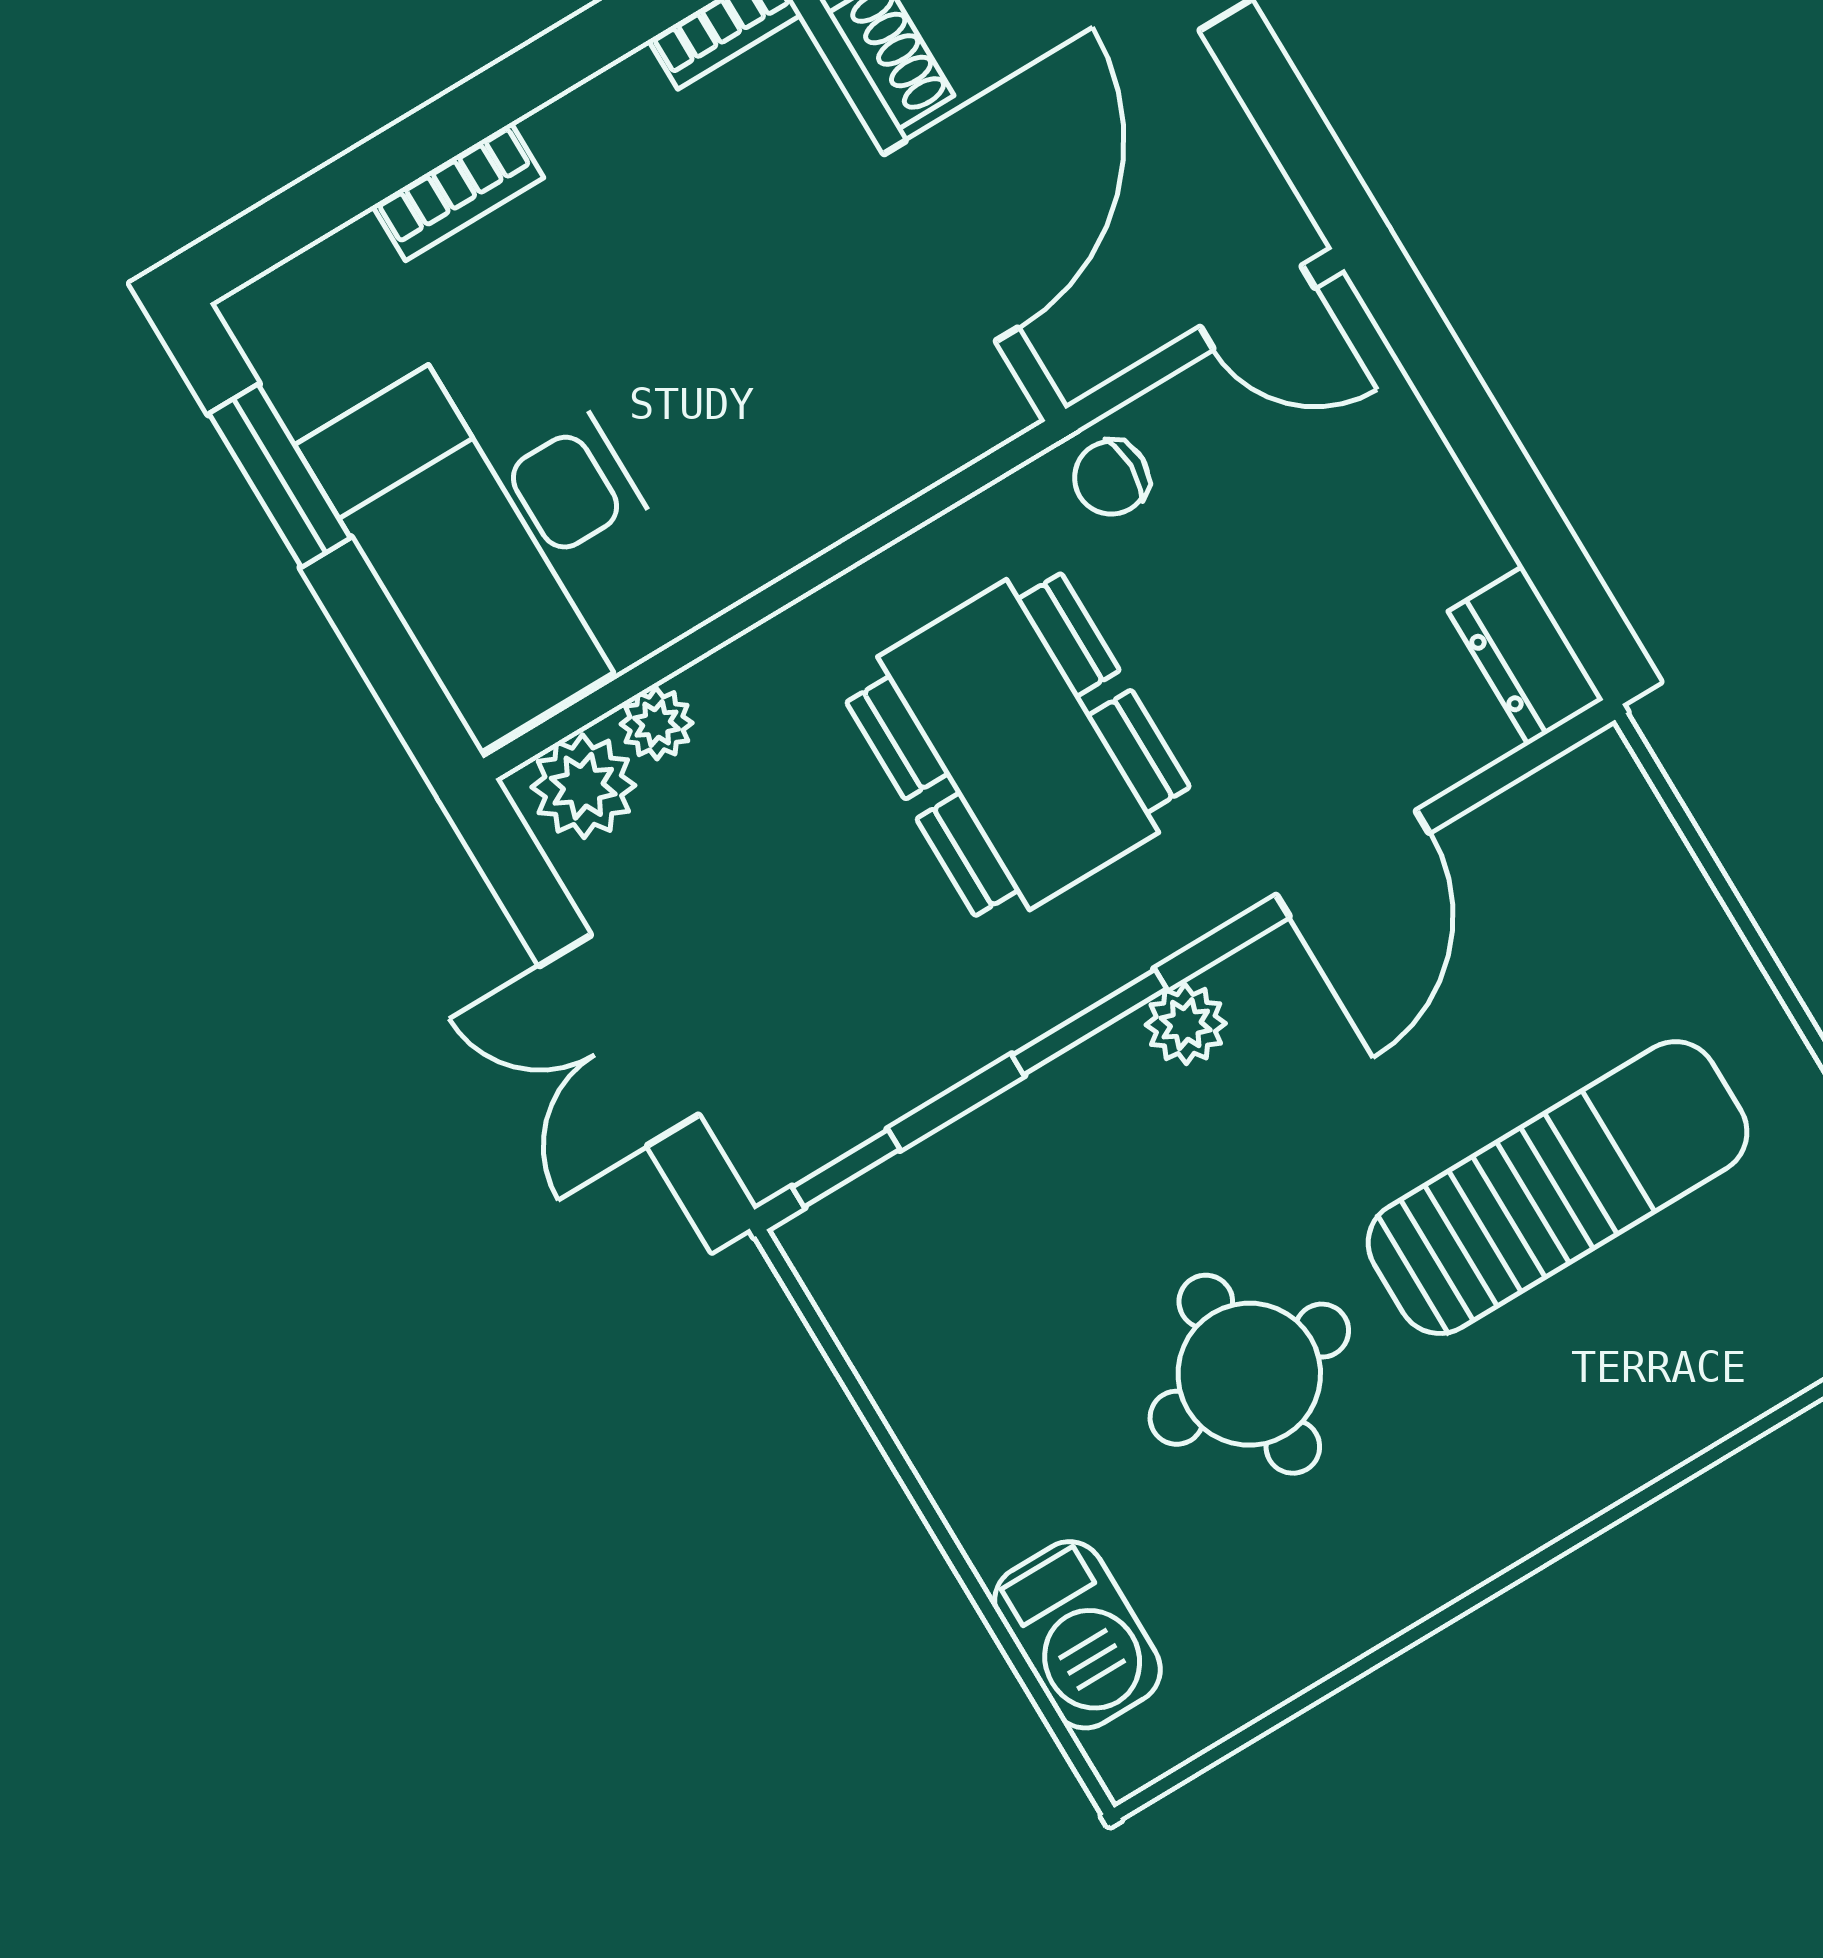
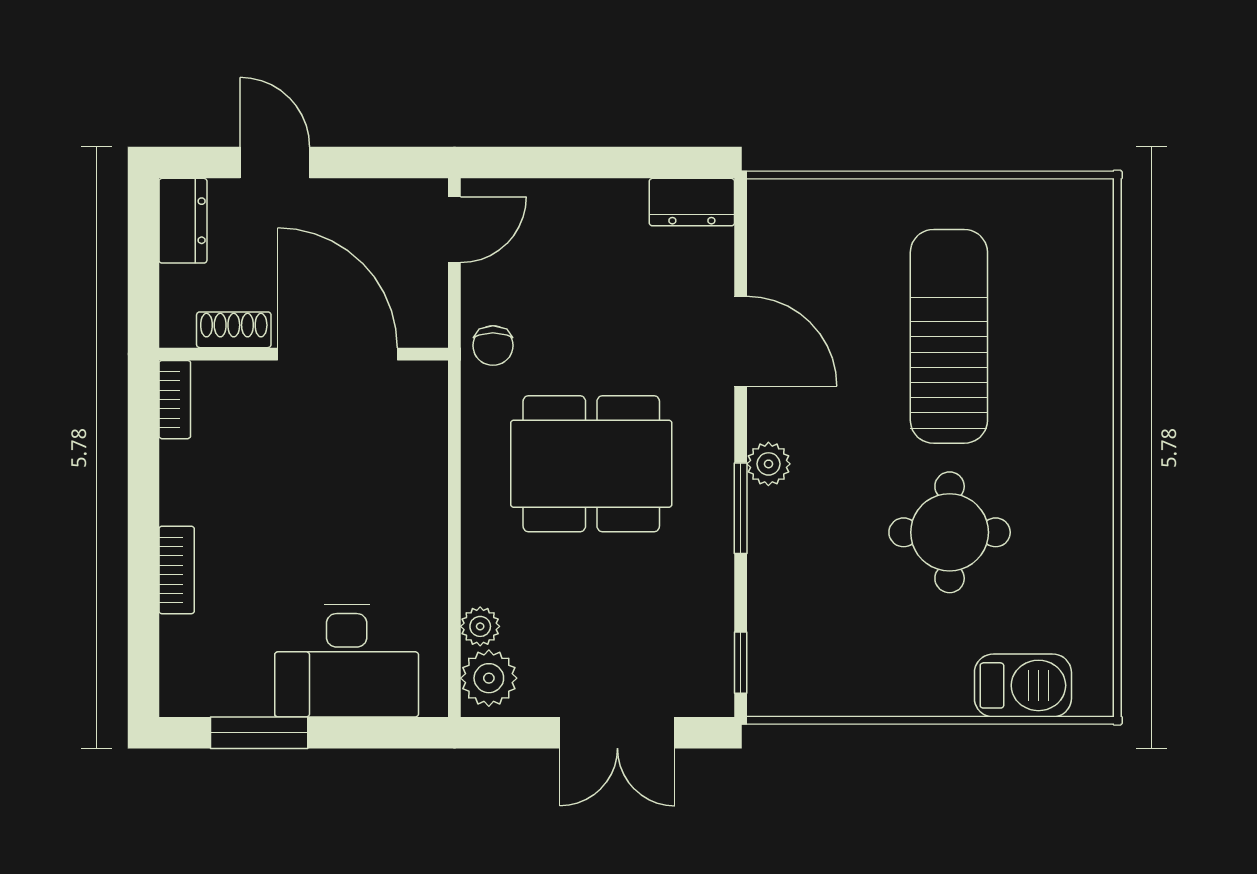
desk: (503, 530) -> (347, 661), width x0.73, depth x0.77

